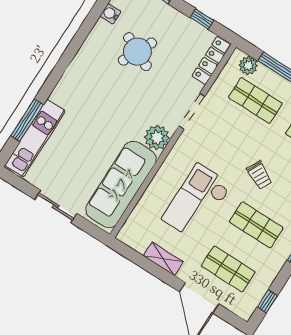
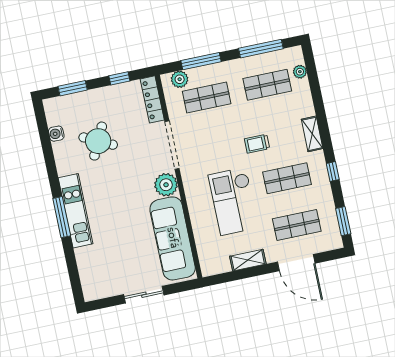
doorway: (192, 111) -> (172, 145), width x1.36
window: (27, 120) -> (62, 217), moved
kitchen unit: (35, 138) -> (76, 211), moved
trolley: (259, 175) -> (257, 144), turned 153
window: (267, 301) -> (343, 221), width x1.50

